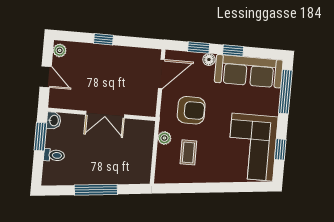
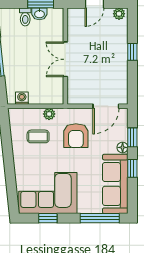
door: (161, 74) -> (106, 106), hinge flipped
washbasin: (54, 121) -> (39, 14), moved
washing machine: (144, 167) -> (22, 98), added

